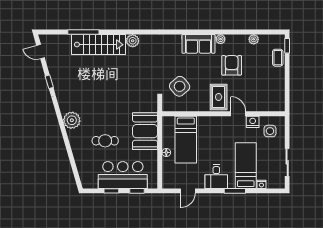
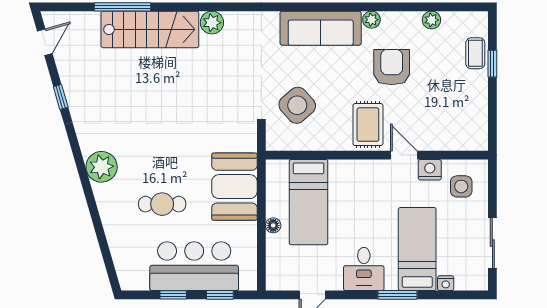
sofa: (198, 44) -> (321, 28), width x1.36
window: (287, 46) -> (492, 64), moved
door: (41, 52) -> (45, 42), swing flipped

